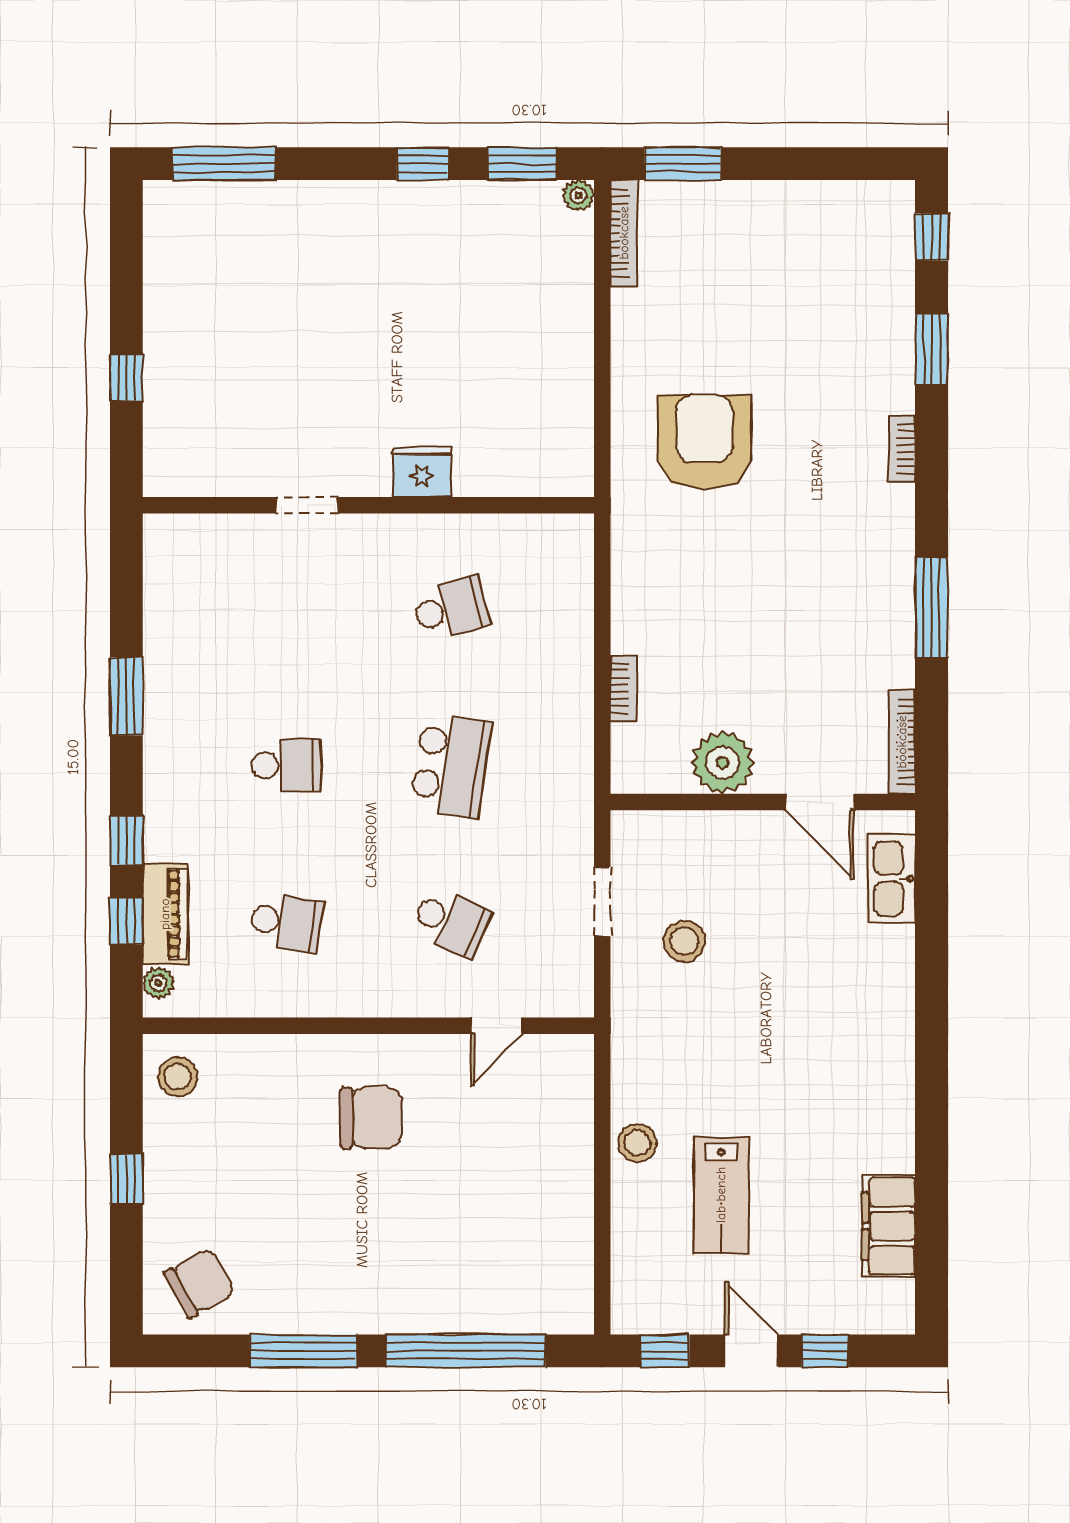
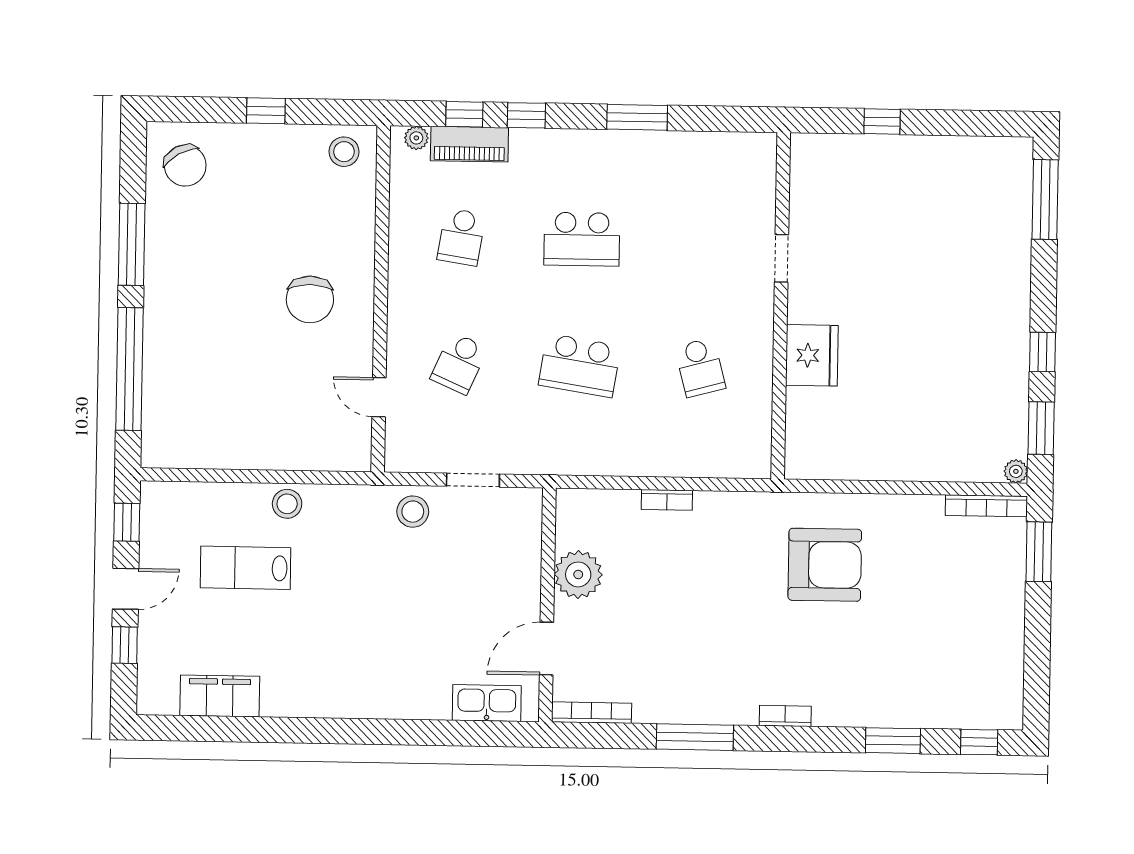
bookcase: (902, 449) -> (785, 716), moved
fridge: (422, 472) -> (812, 355), width x1.36, depth x1.34
bookcase: (624, 688) -> (667, 500), moved
school desk: (286, 765) -> (582, 239), width x1.85
stool: (684, 941) -> (413, 512), moved

